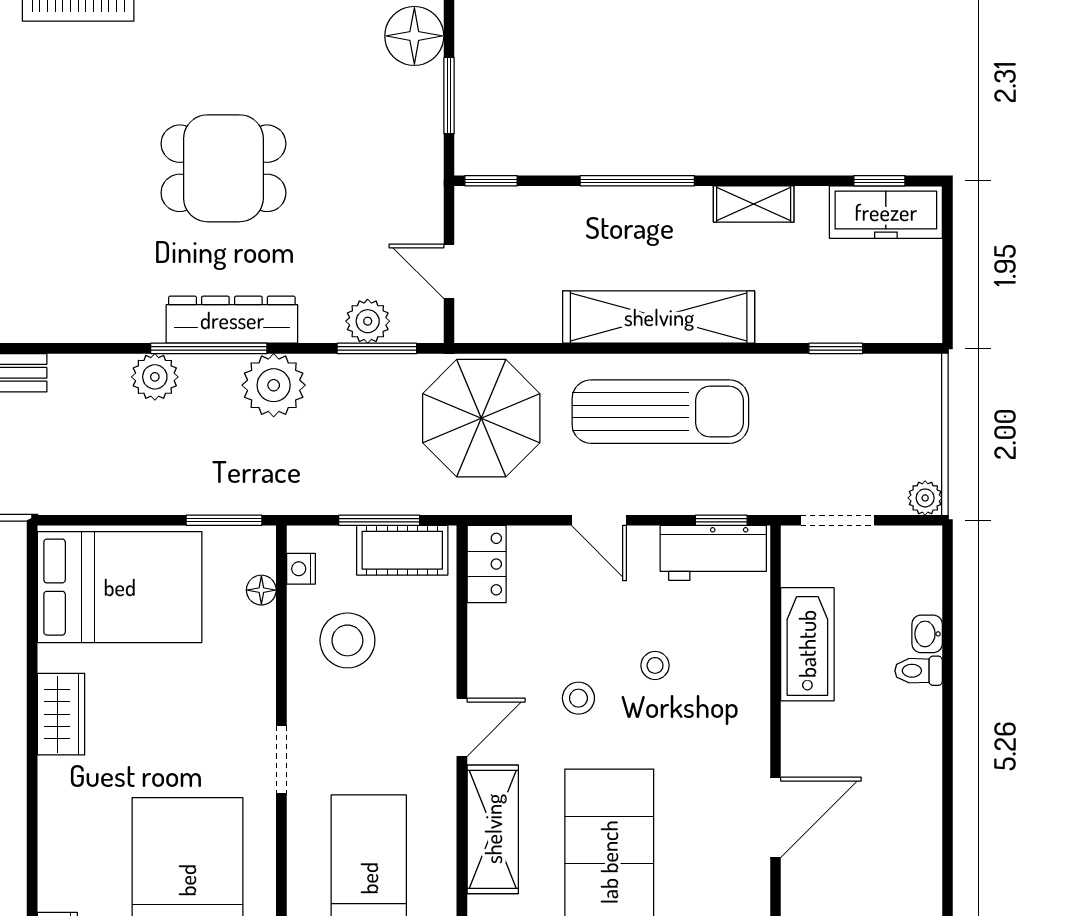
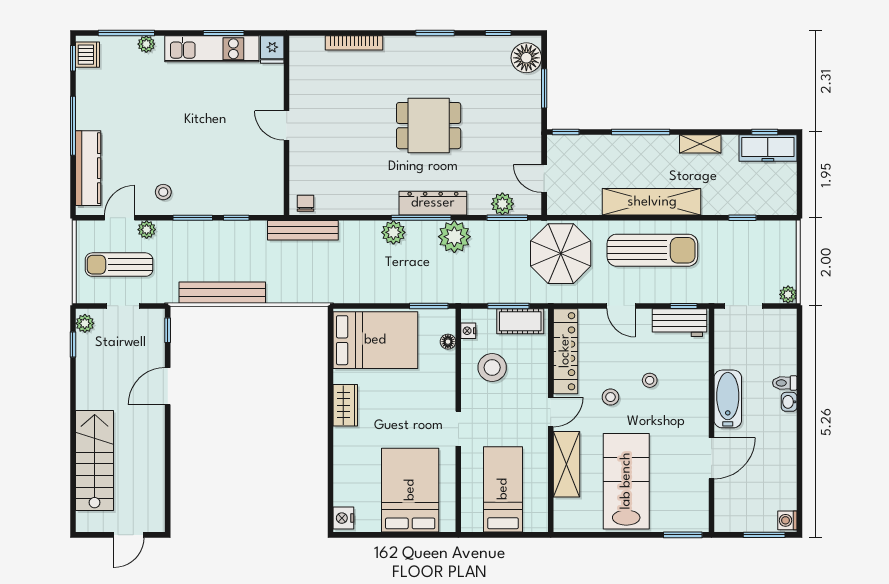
locker: (487, 564) -> (565, 351), width x2.16, depth x1.21
washbasin: (927, 634) -> (789, 402), moved
bathtub: (807, 644) -> (728, 399), moved

